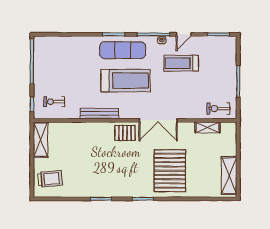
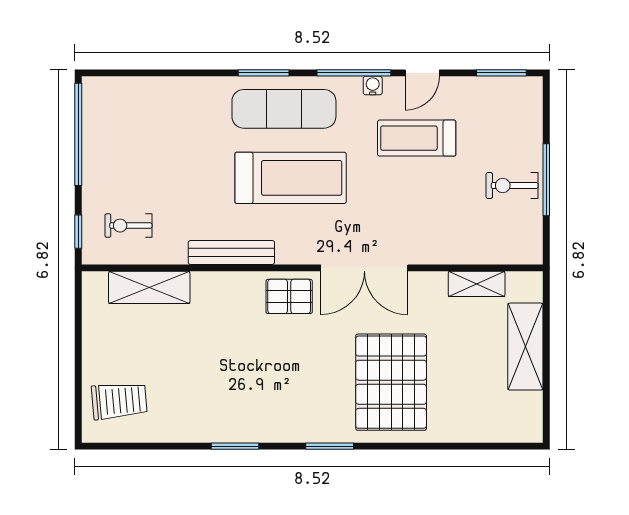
exercise bike: (218, 109) -> (512, 186), moved
shelving: (41, 140) -> (149, 287), moved, turned 90
shelving: (229, 175) -> (525, 347), moved

